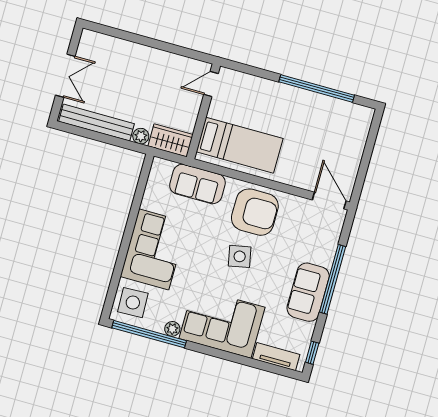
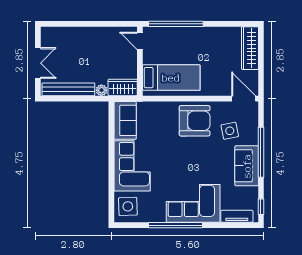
door: (211, 84) -> (140, 41), hinge flipped
window: (317, 89) -> (176, 24), moved
wardrobe: (357, 135) -> (250, 48), added
sofa: (197, 184) -> (125, 120), moved, turned -90
side table: (240, 256) -> (230, 131), moved
plant: (172, 329) -> (160, 217), removed
window: (149, 334) -> (175, 225), moved

